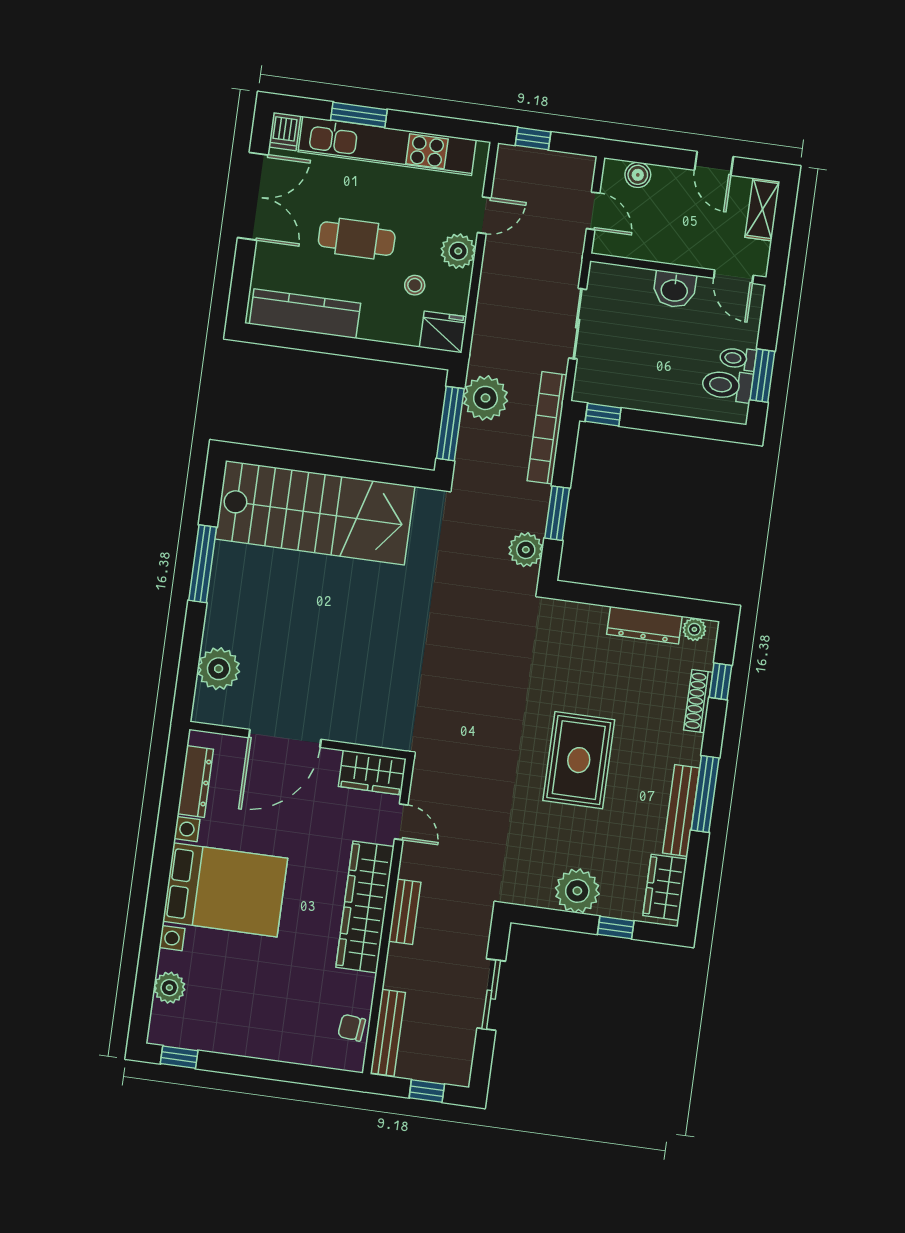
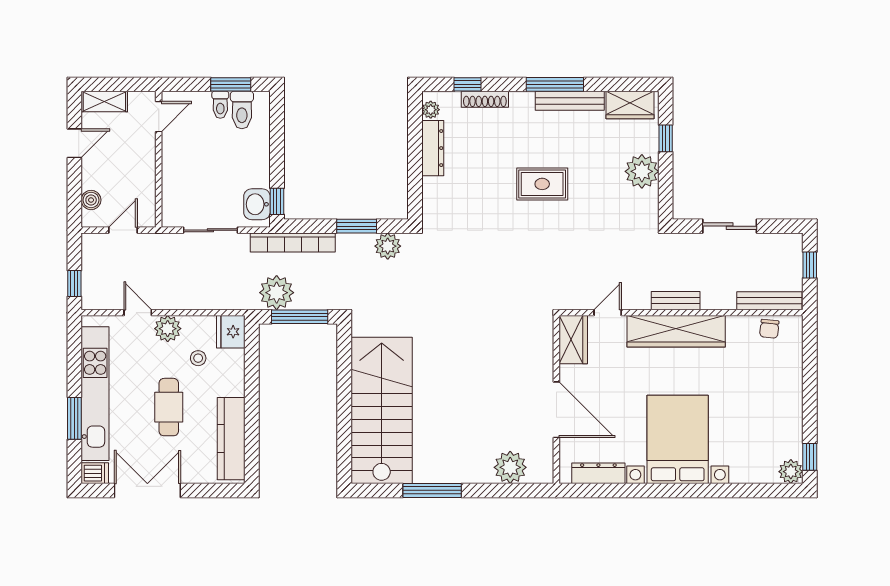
washbasin: (674, 290) -> (257, 204), moved, turned 180
rug: (579, 760) -> (542, 184), width x0.73, depth x0.70
plant: (169, 988) -> (791, 472), moved

